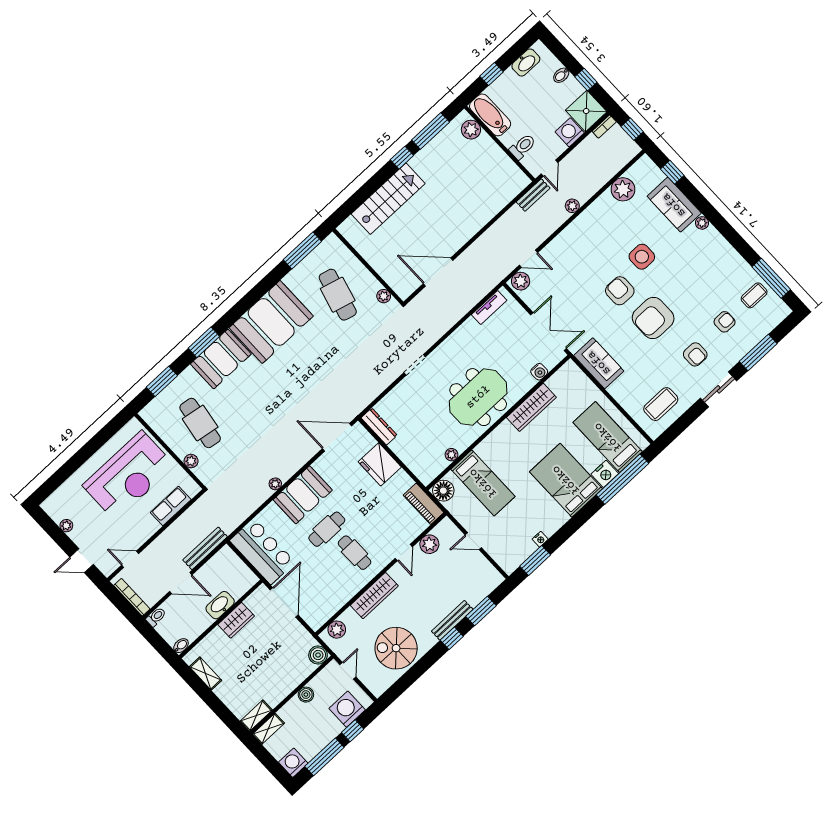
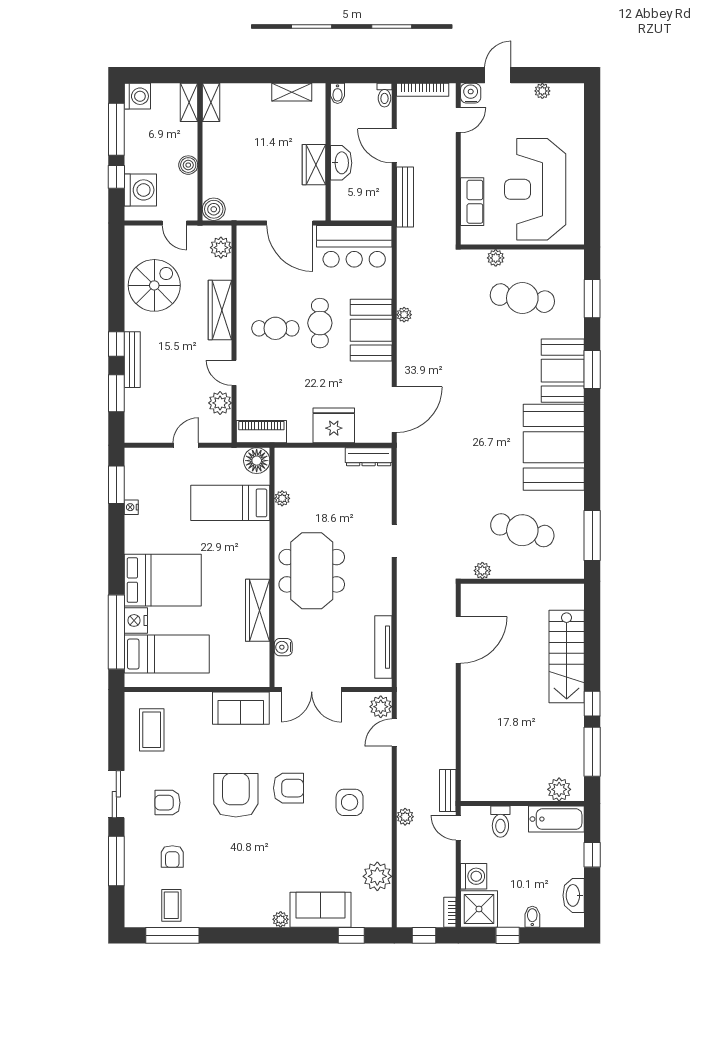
side table: (642, 257) -> (350, 802), moved
tv unit: (489, 307) -> (383, 647), width x1.41
water cooler: (107, 567) -> (471, 93), added
door: (181, 583) -> (394, 146), hinge flipped

